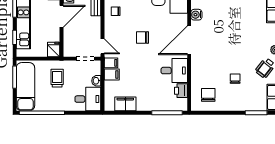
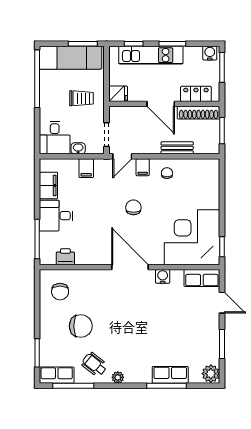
filing cabinet: (111, 63) -> (143, 167), moved
desk: (174, 71) -> (56, 216), moved, turned 90
chair: (235, 79) -> (81, 326), width x1.87, depth x1.87
chair: (208, 95) -> (60, 292), turned 90

